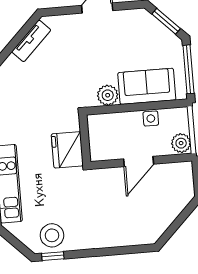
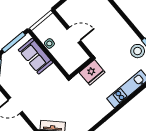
plant: (108, 95) -> (53, 72), removed
plant: (181, 143) -> (51, 21), removed

